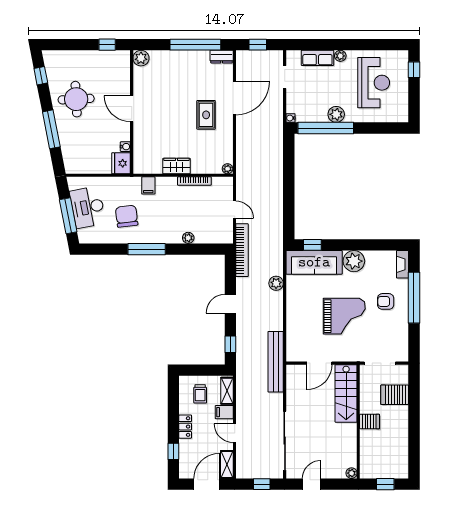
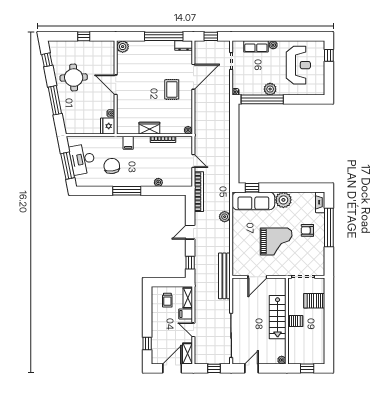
window: (107, 45) -> (84, 36), moved
stairs: (346, 393) -> (278, 317), moved
locker: (185, 427) -> (156, 325), removed

